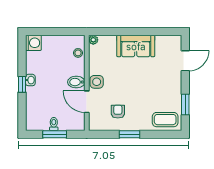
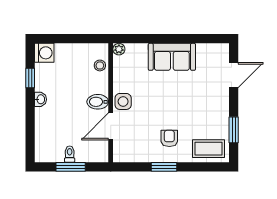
window: (22, 84) -> (30, 78), moved
door: (87, 102) -> (111, 126), hinge flipped
armchair: (118, 112) -> (169, 138), moved

